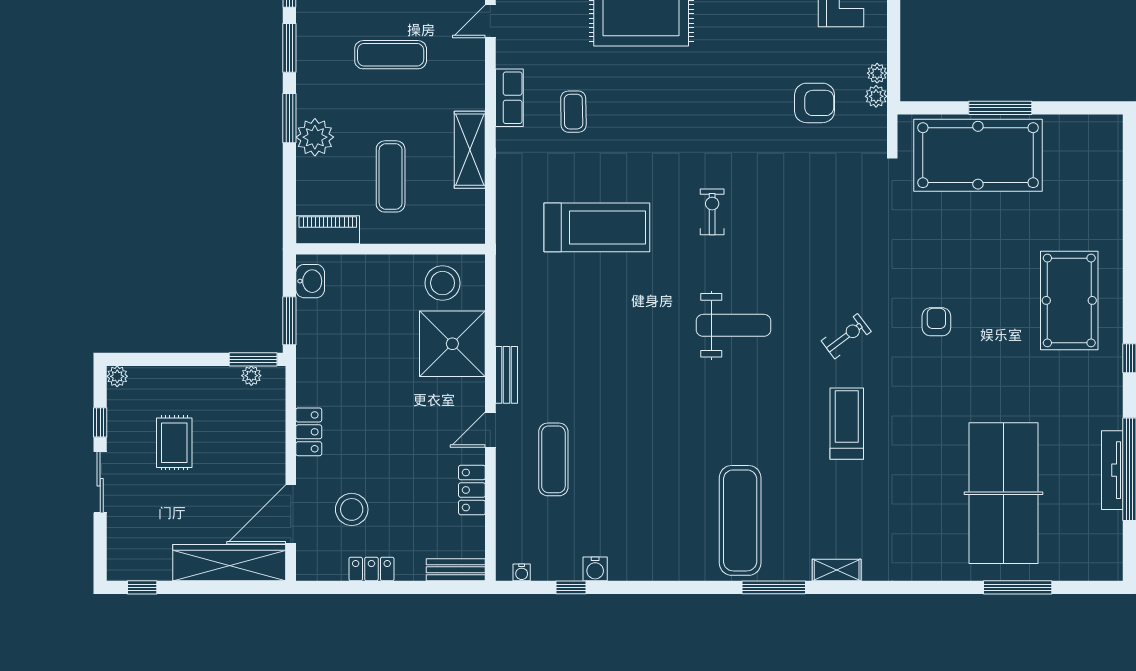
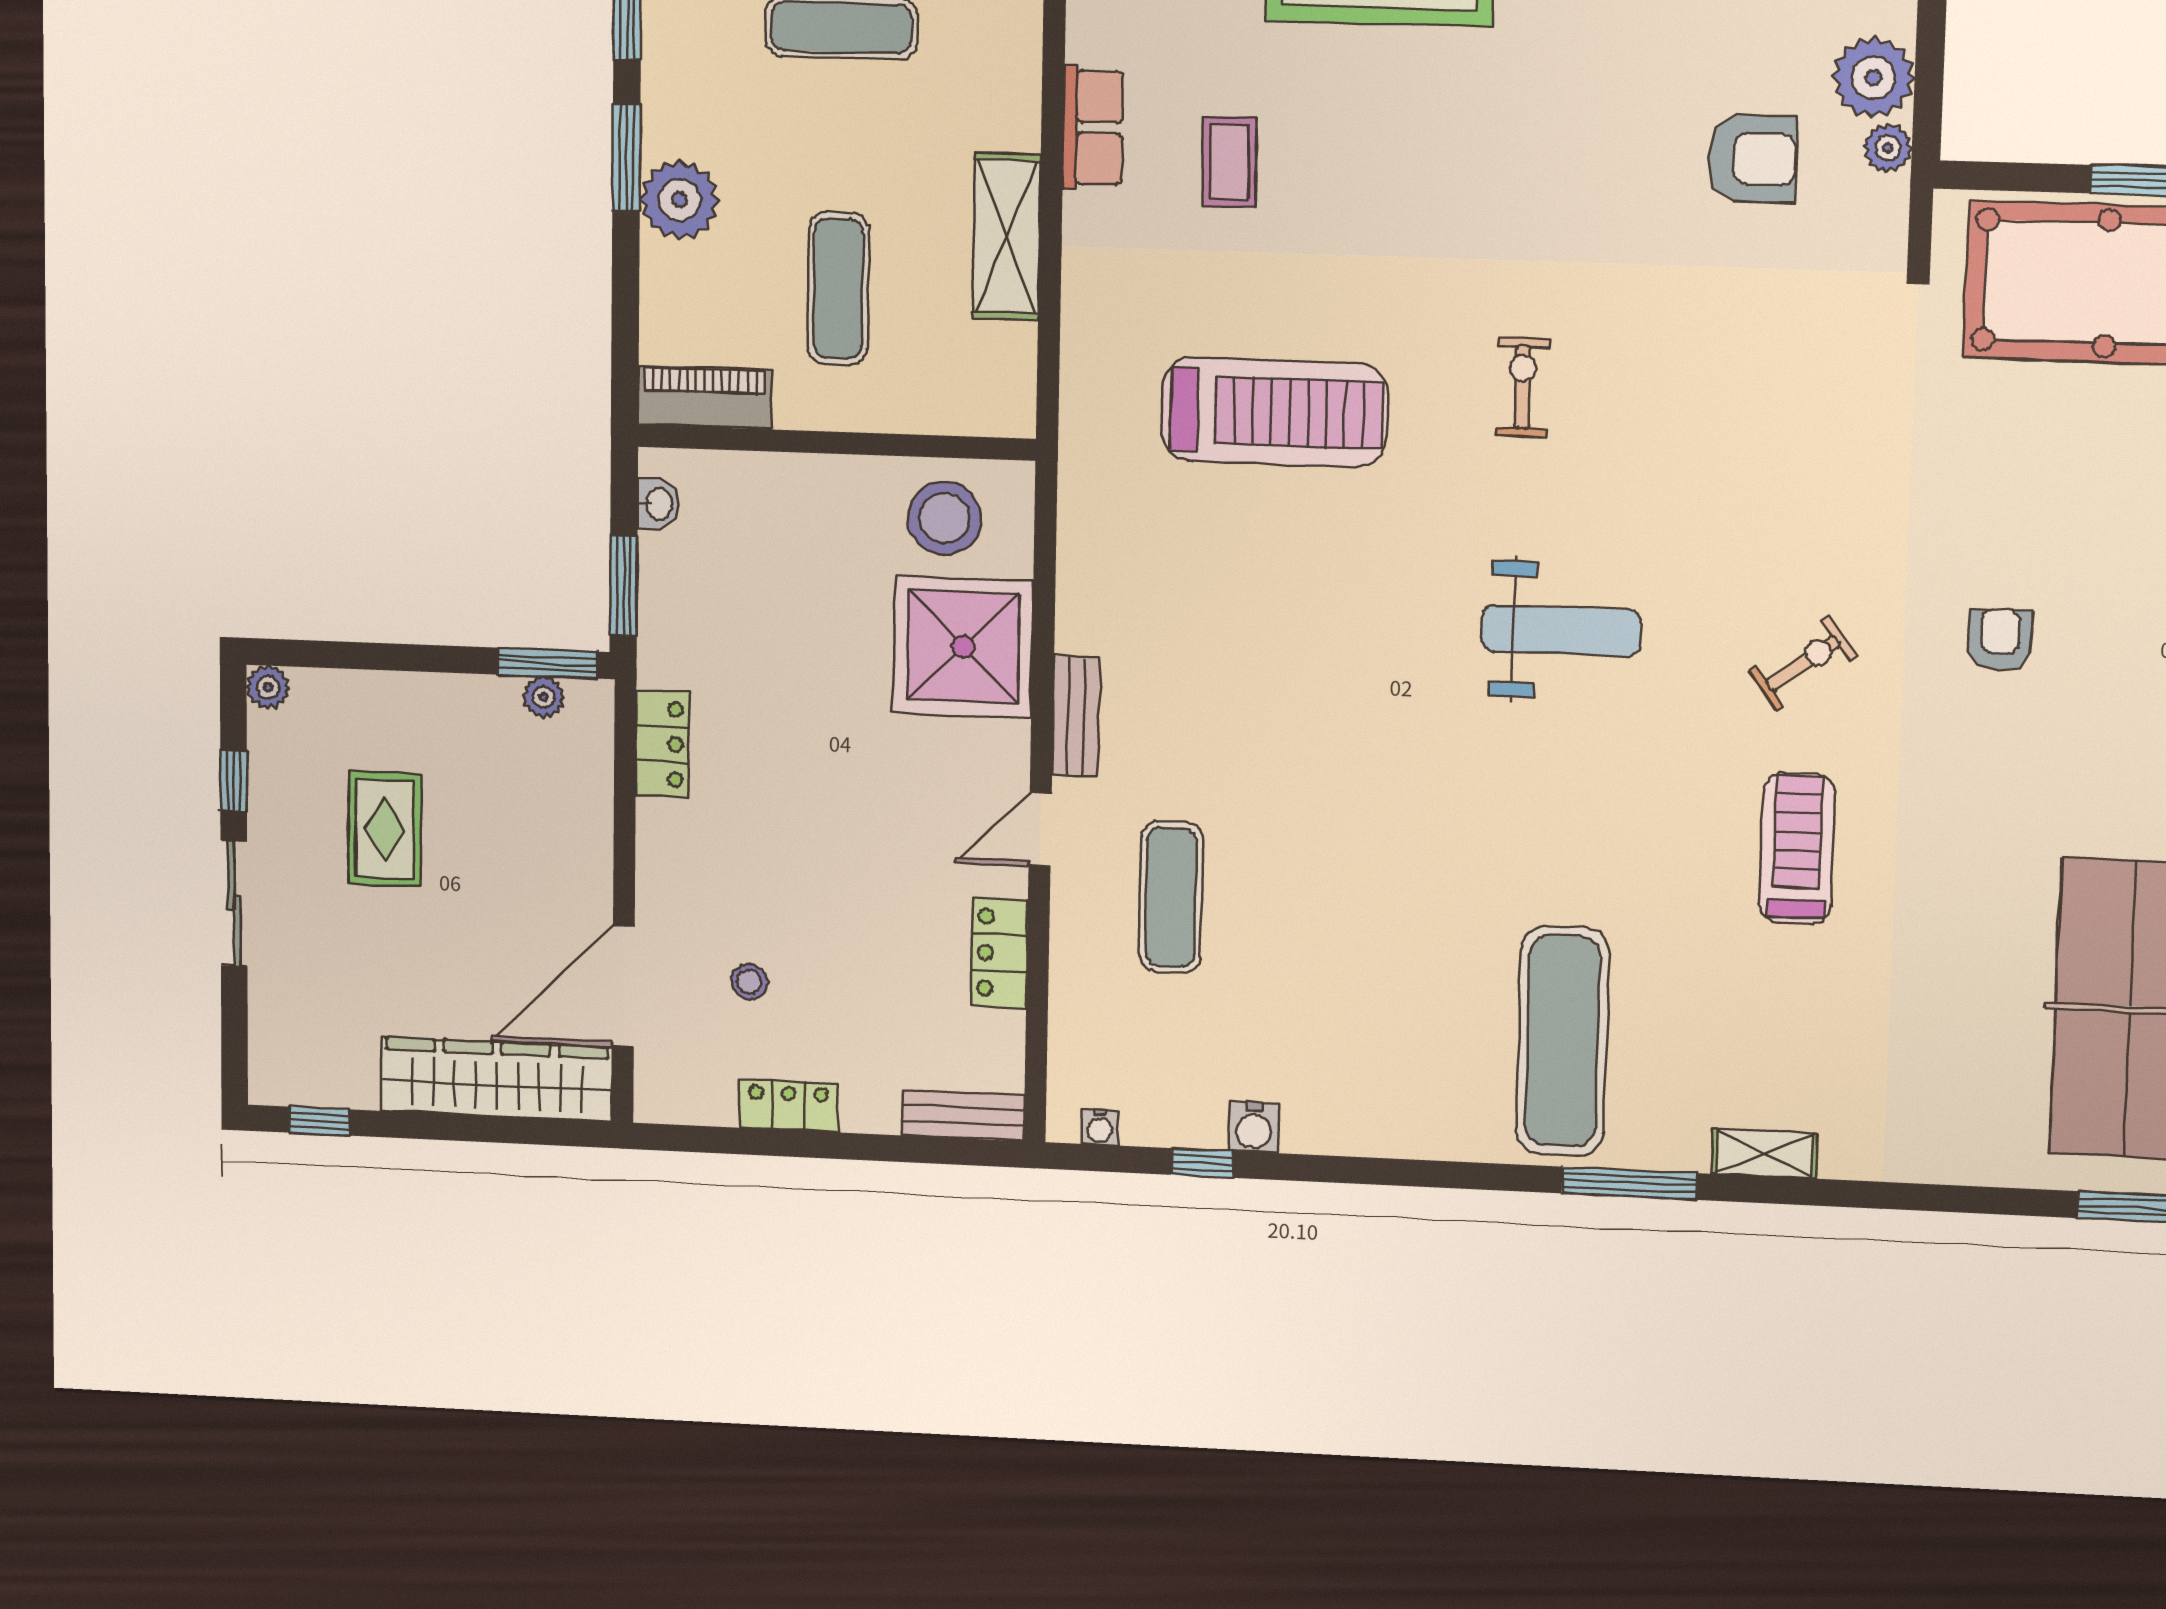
plant: (877, 73) -> (1873, 78), width x1.88, depth x1.88
washbasin: (310, 281) -> (658, 504), width x0.72, depth x0.69
locker: (309, 432) -> (662, 744), moved
stool: (352, 509) -> (749, 982), width x0.53, depth x0.53

